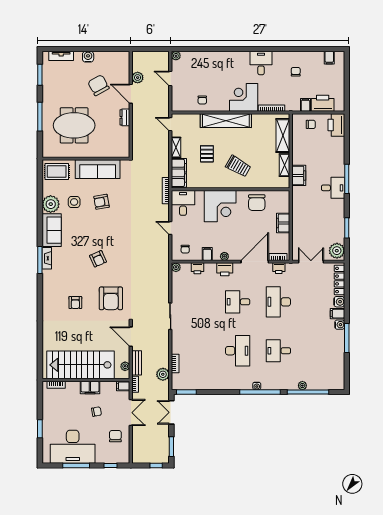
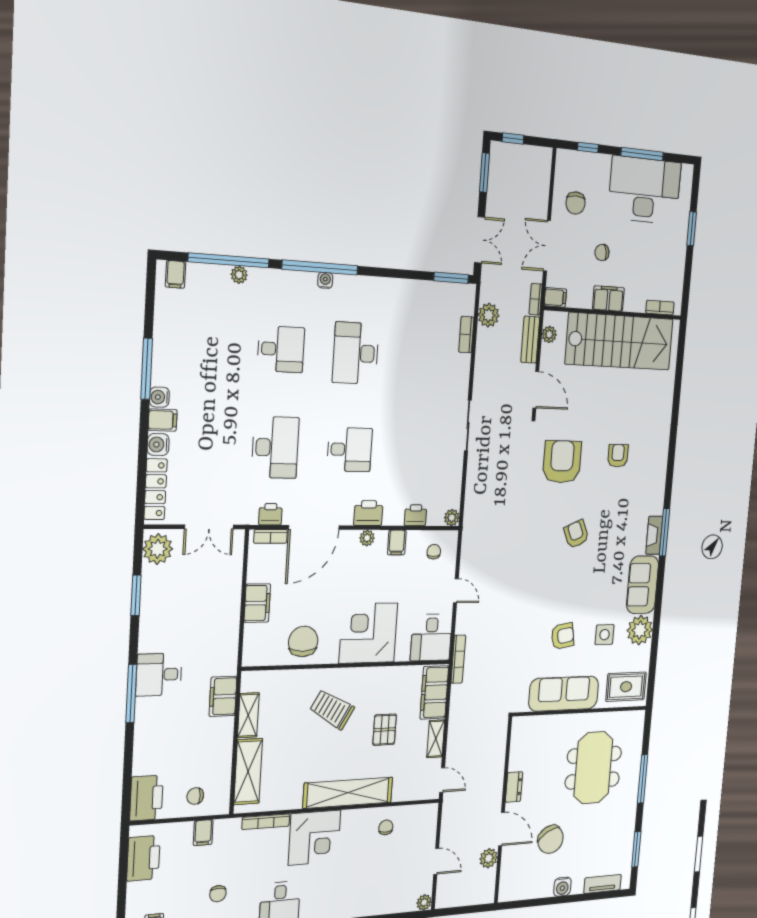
printer: (323, 103) -> (143, 858), moved, turned -90
meeting table: (74, 125) -> (593, 768), turned 90
filing cabinet: (335, 383) -> (175, 274), added

